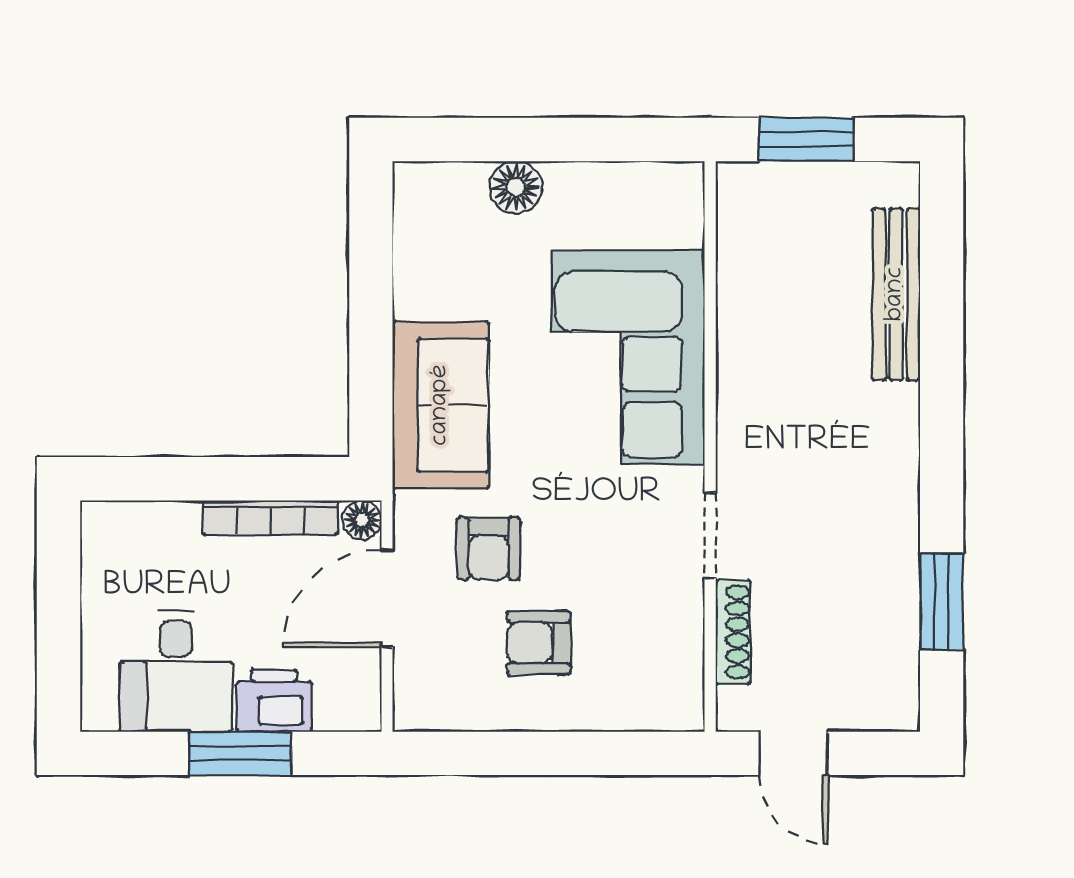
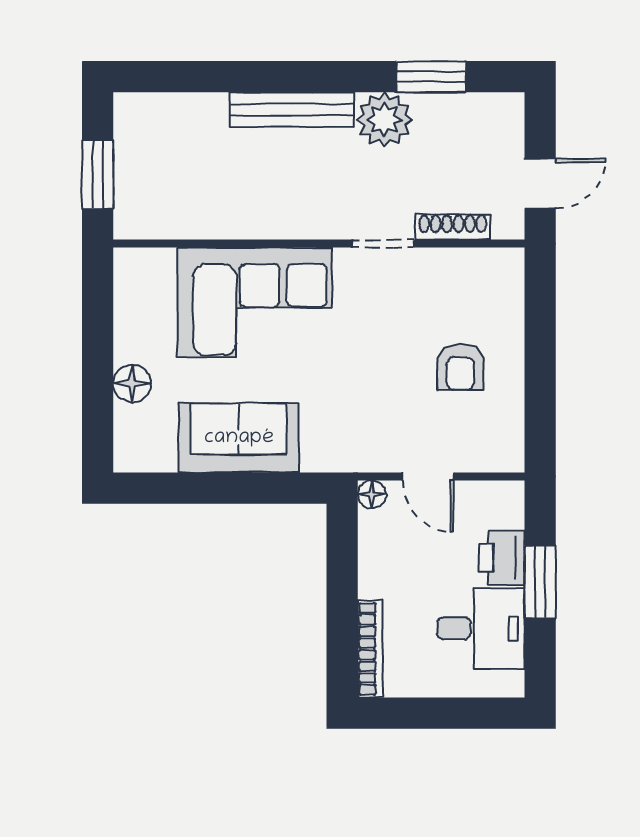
bench: (896, 294) -> (292, 110), moved
sofa: (441, 405) -> (239, 438), moved
bookcase: (270, 518) -> (370, 649), moved
plant: (882, 537) -> (384, 120), added
armchair: (489, 548) -> (392, 403), removed
door: (387, 598) -> (428, 476), width x0.73

